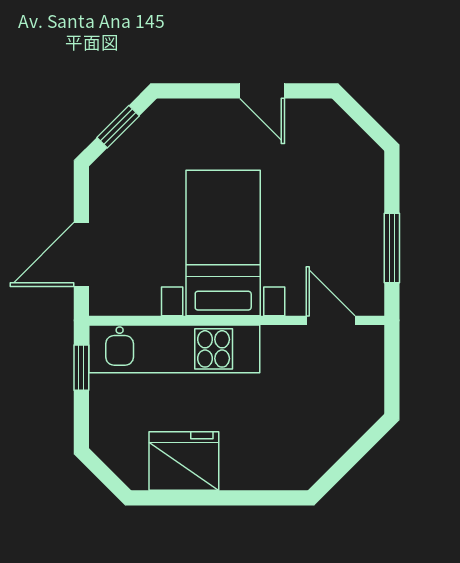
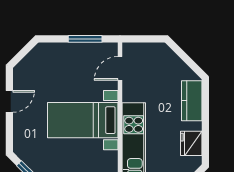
fridge: (184, 461) -> (191, 143), width x0.73, depth x0.75
kitchen counter: (263, 469) -> (192, 101), added

